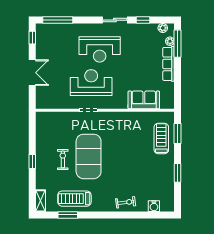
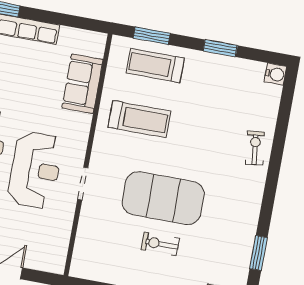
reception desk: (91, 83) -> (35, 170), turned 180
treadmill: (74, 199) -> (140, 119), moved, turned -90
water cooler: (154, 206) -> (275, 74), moved

